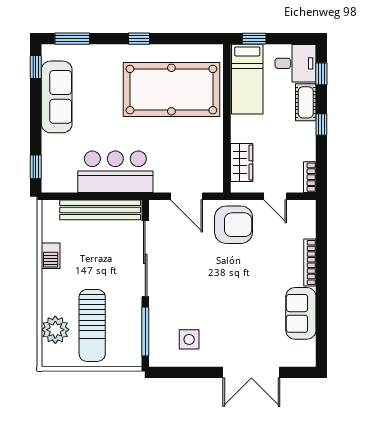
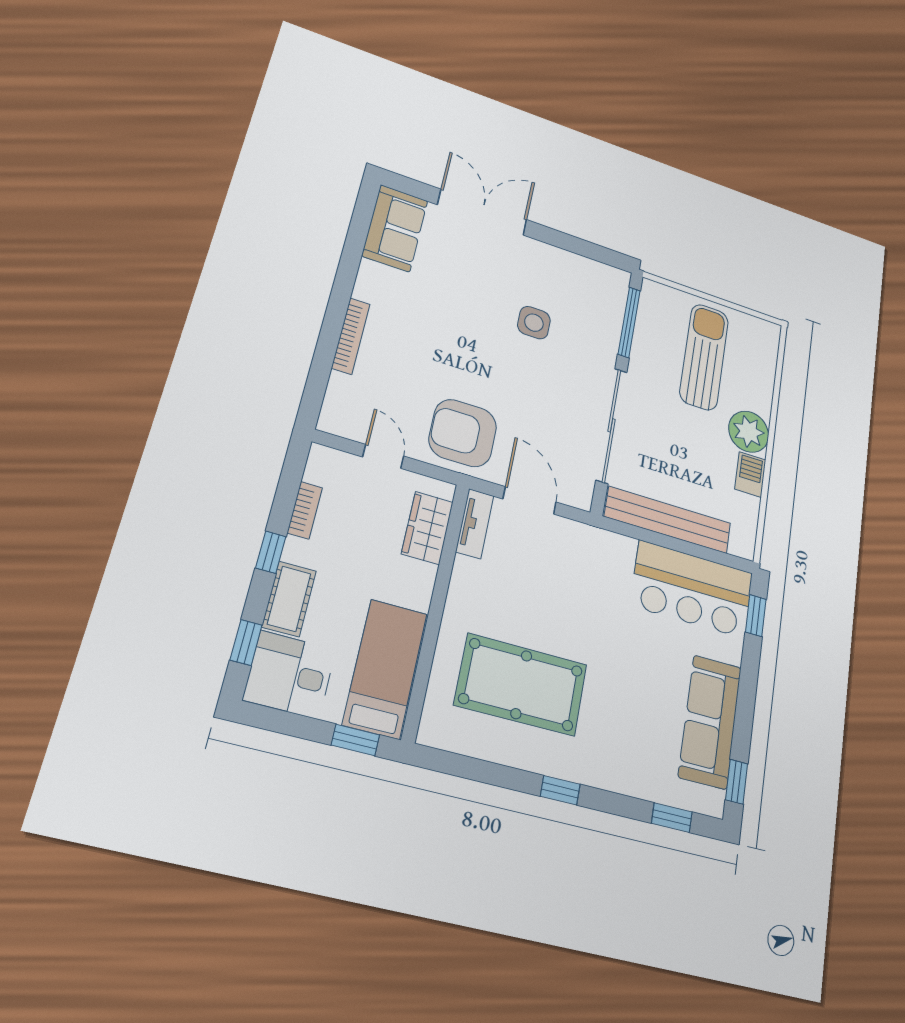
window: (72, 39) -> (672, 818), width x0.67
pool table: (171, 90) -> (521, 685), width x0.73, depth x0.76
bar counter: (115, 172) -> (692, 589), moved
tv unit: (216, 173) -> (475, 524), added
bookcase: (310, 177) -> (305, 510), moved
sofa: (301, 313) -> (395, 228), moved
plant: (55, 330) -> (749, 432), moved
side table: (189, 339) -> (534, 323), moved

